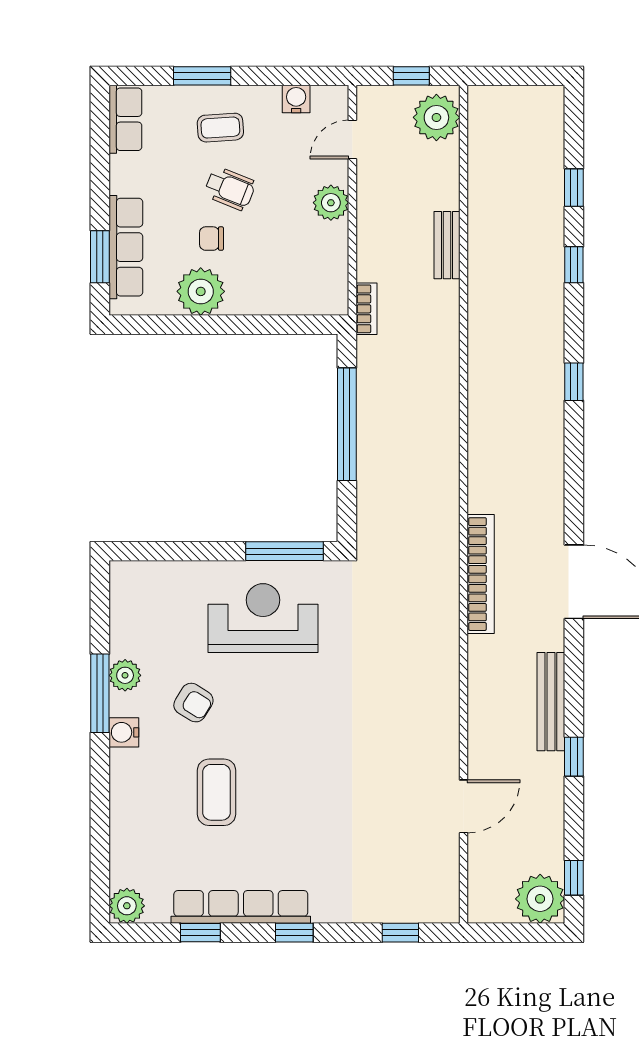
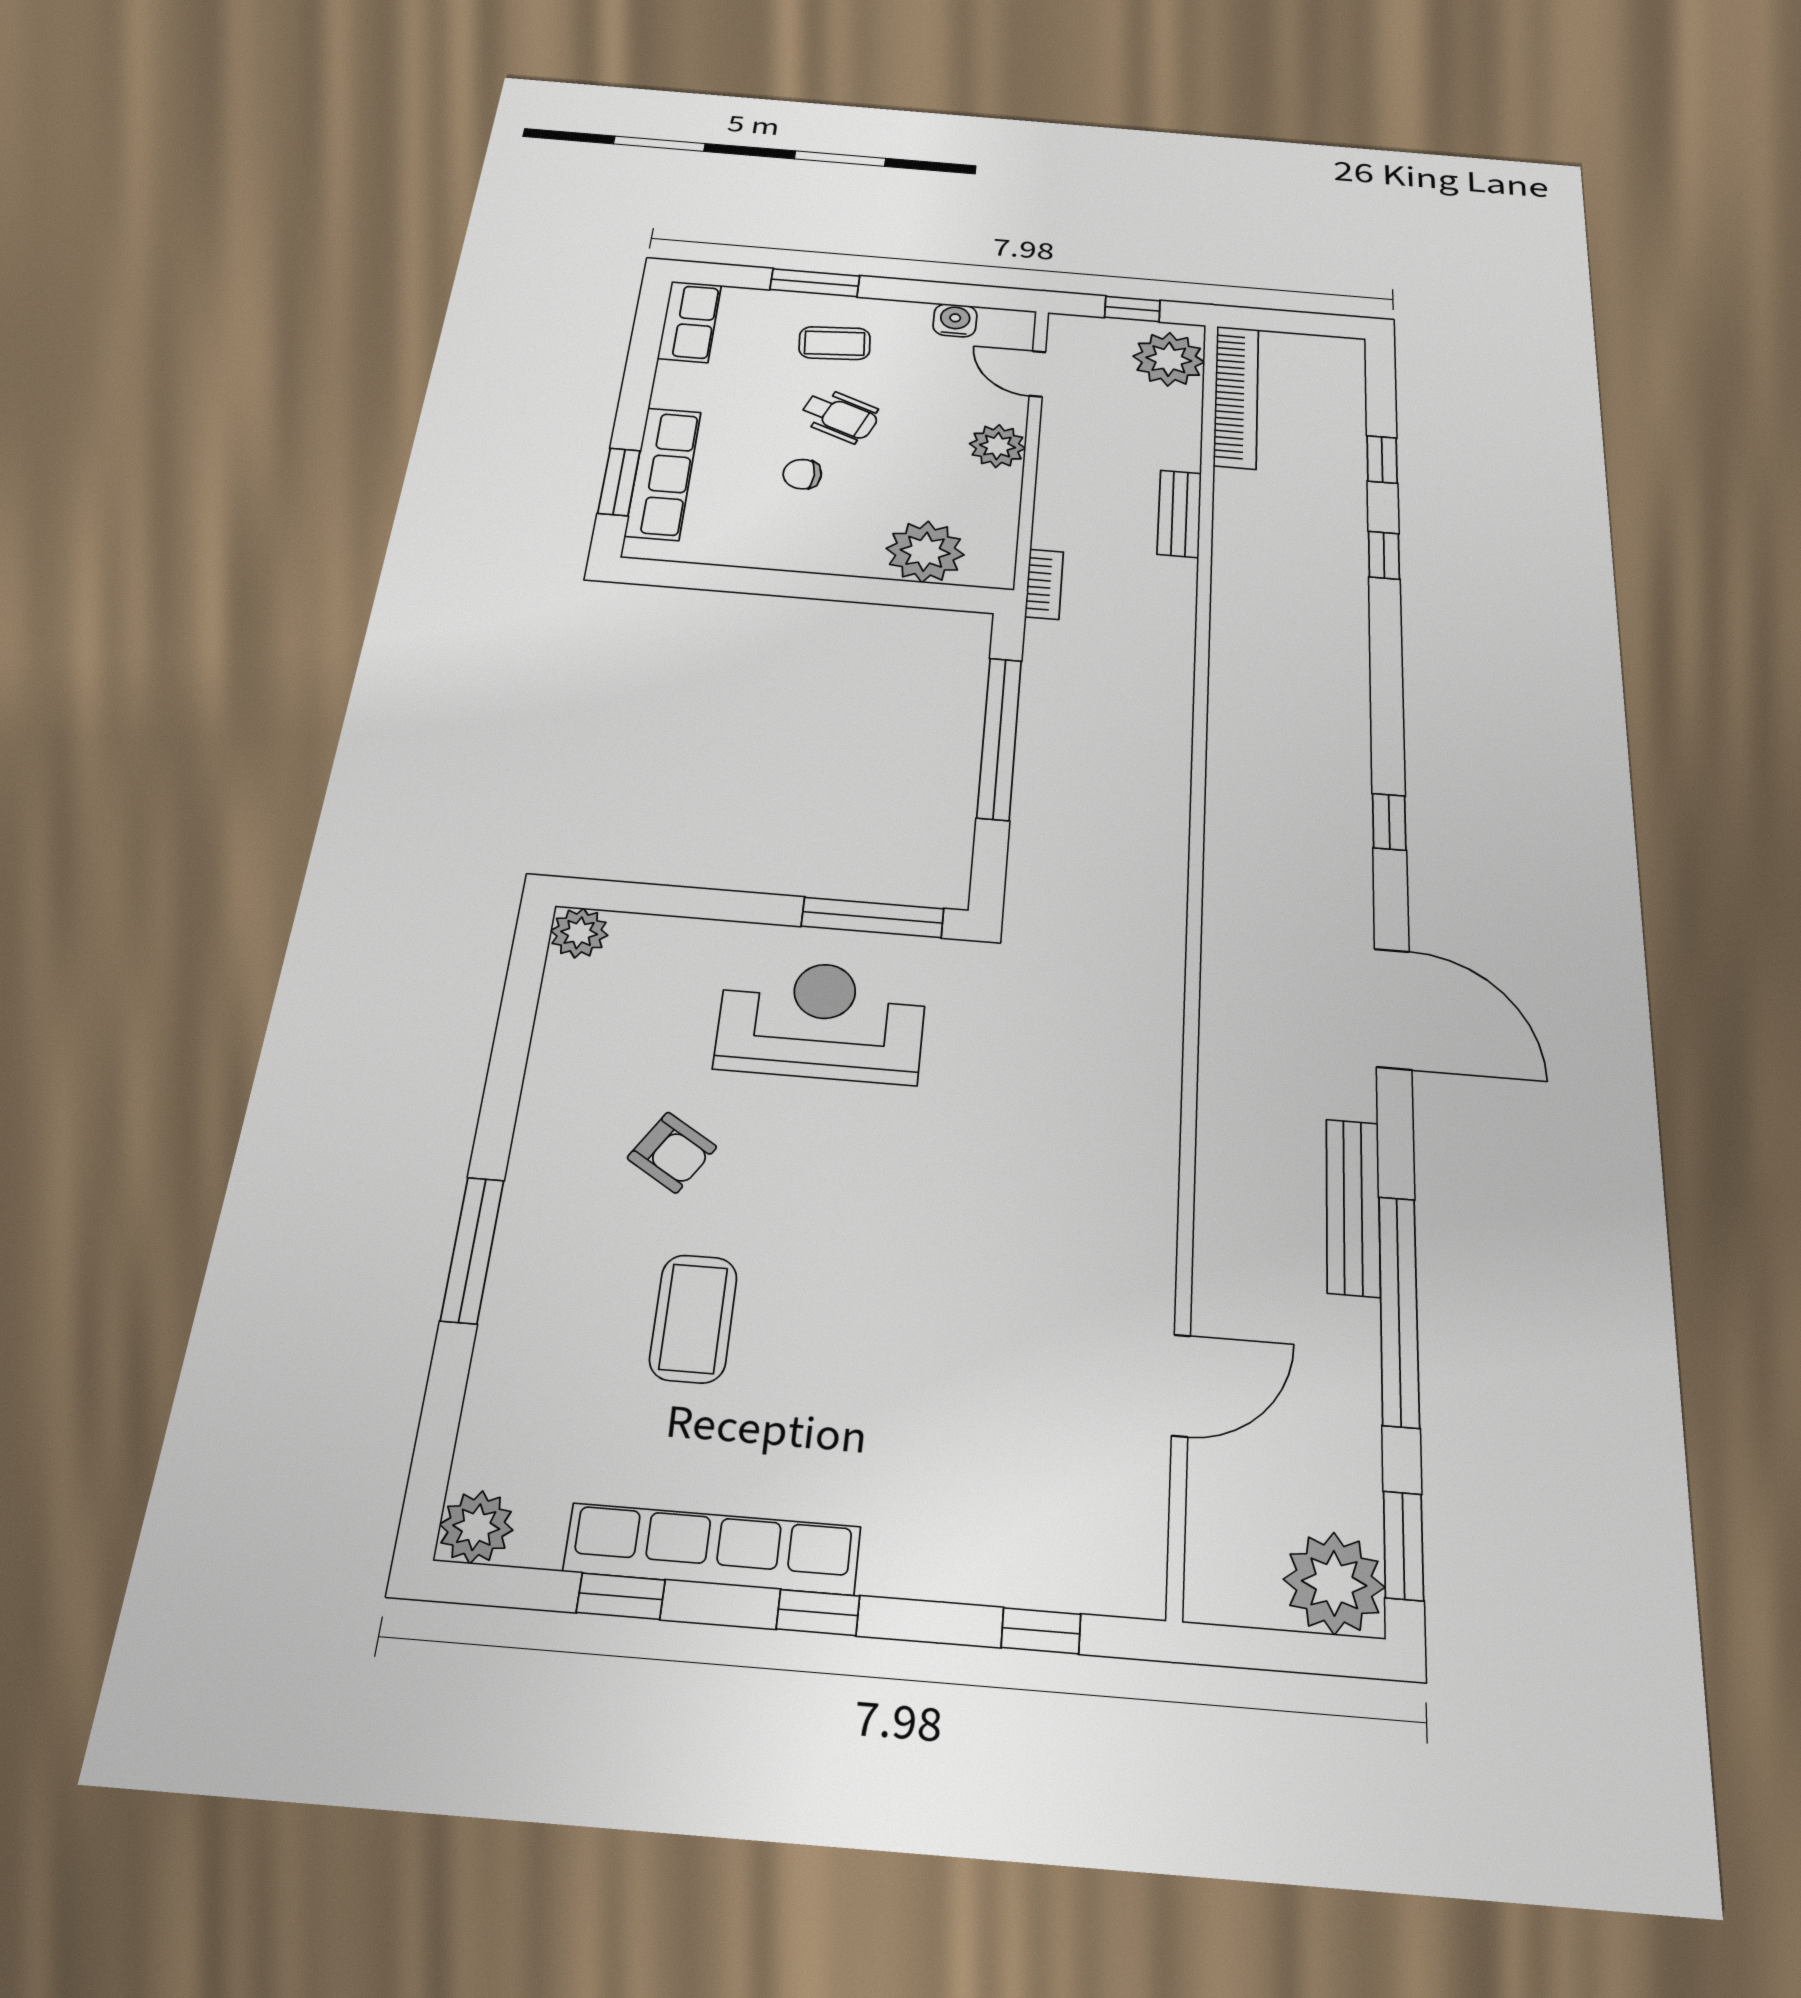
door: (352, 140) -> (1037, 374), hinge flipped
plant: (201, 291) -> (925, 552), moved
window: (574, 382) -> (1389, 822), moved
bookcase: (481, 574) -> (1236, 397), moved
plant: (125, 675) -> (579, 933), moved
window: (100, 693) -> (472, 1250), moved
water cooler: (124, 732) -> (530, 1194), removed
window: (574, 757) -> (1399, 1310), width x3.17
window: (574, 878) -> (1403, 1546), width x1.50

